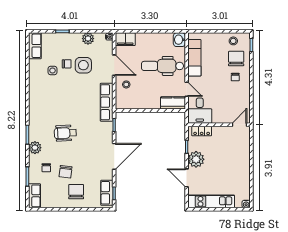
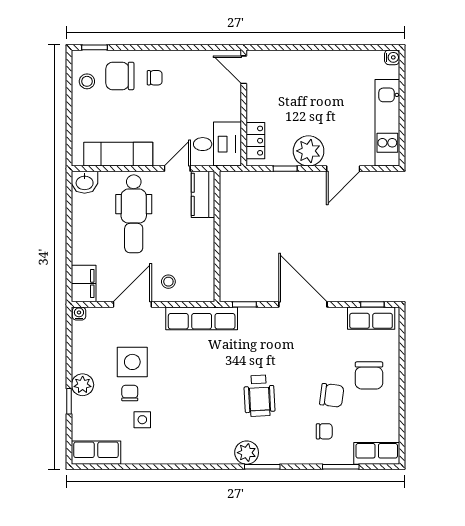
plant: (88, 39) -> (83, 385), moved
plant: (35, 148) -> (247, 453), moved
chair: (76, 192) -> (369, 375), turned -90

